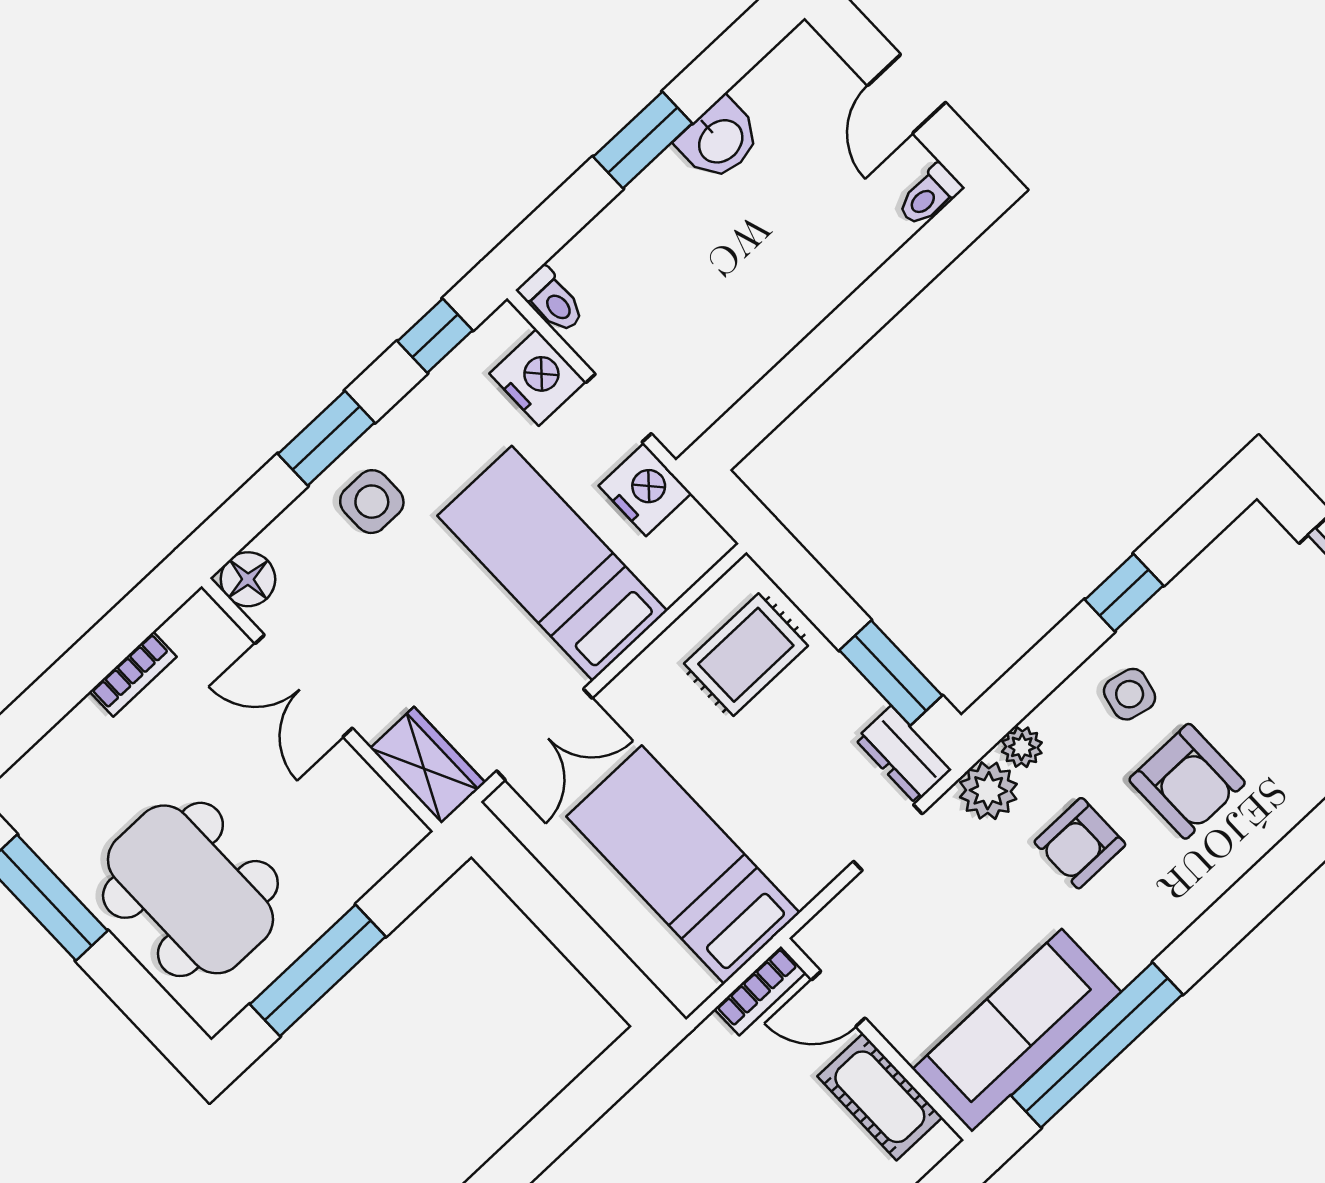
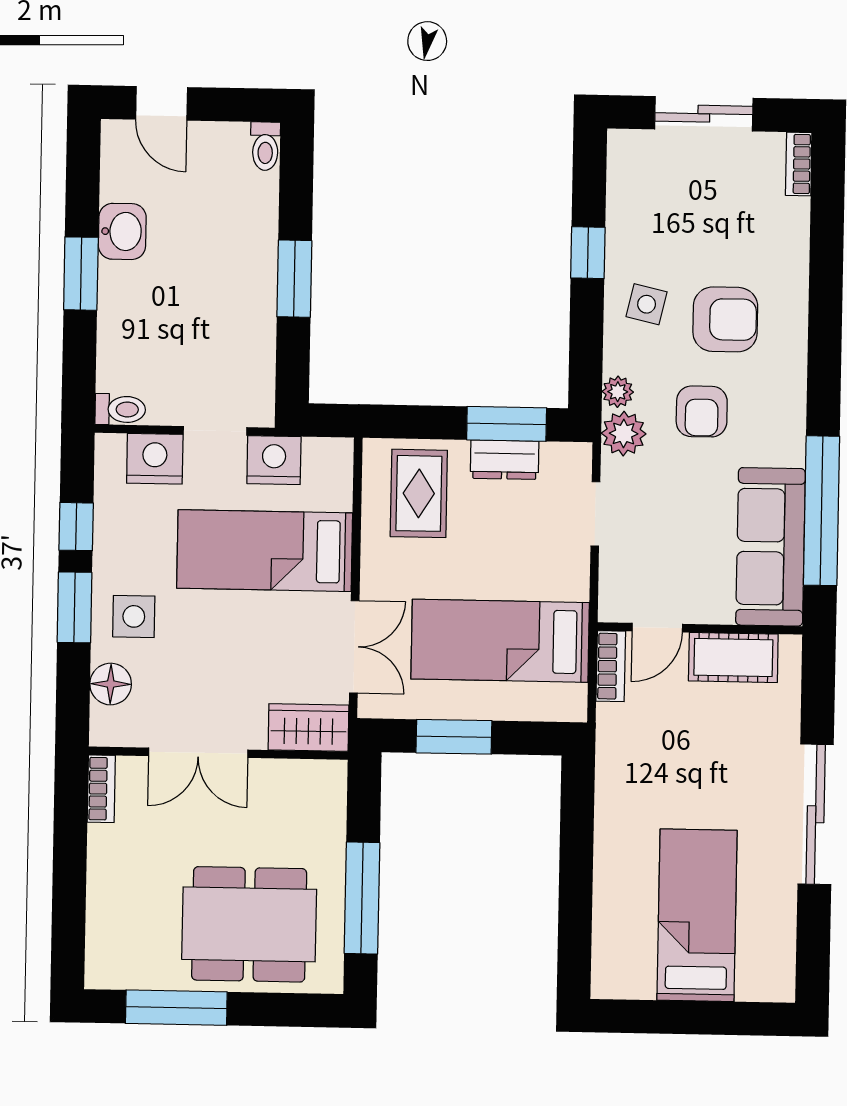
door: (907, 94) -> (162, 103), moved
window: (435, 336) -> (76, 527), moved
window: (832, 343) -> (294, 279), added
floor lamp: (248, 579) -> (111, 684), moved
bookcase: (133, 674) -> (101, 789), moved
dresser: (903, 755) -> (505, 460), moved
window: (552, 909) -> (454, 737), added

